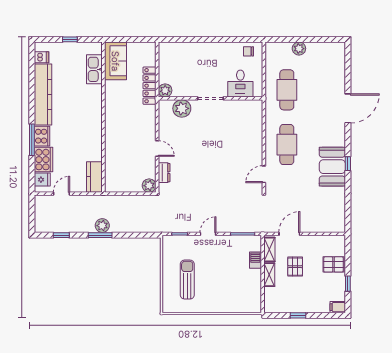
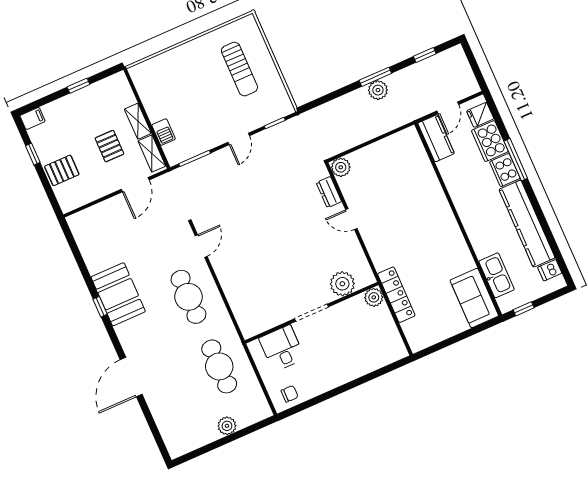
sofa: (115, 61) -> (474, 298), moved
kitchen sink: (94, 69) -> (497, 275), moved
wall: (103, 117) -> (458, 219), moved
kitchen counter: (94, 177) -> (436, 138), moved

